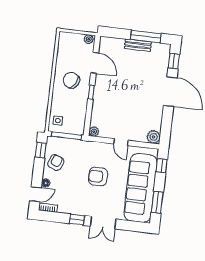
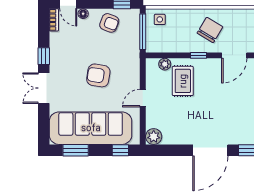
rug: (111, 108) -> (183, 81), added
plant: (94, 132) -> (165, 64), moved
armchair: (98, 176) -> (98, 75), turned -81

